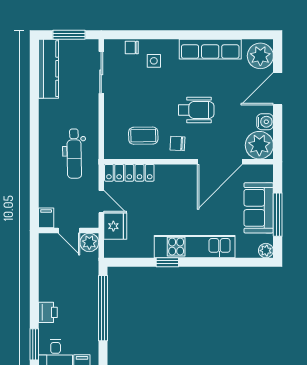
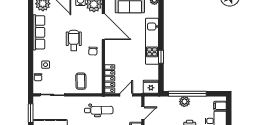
coffee table: (143, 136) -> (81, 81), moved
fridge: (115, 226) -> (151, 87), moved
plant: (89, 242) -> (184, 102), moved

